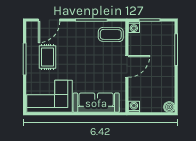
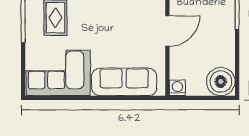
boiler: (169, 107) -> (221, 82), width x1.86, depth x1.86

